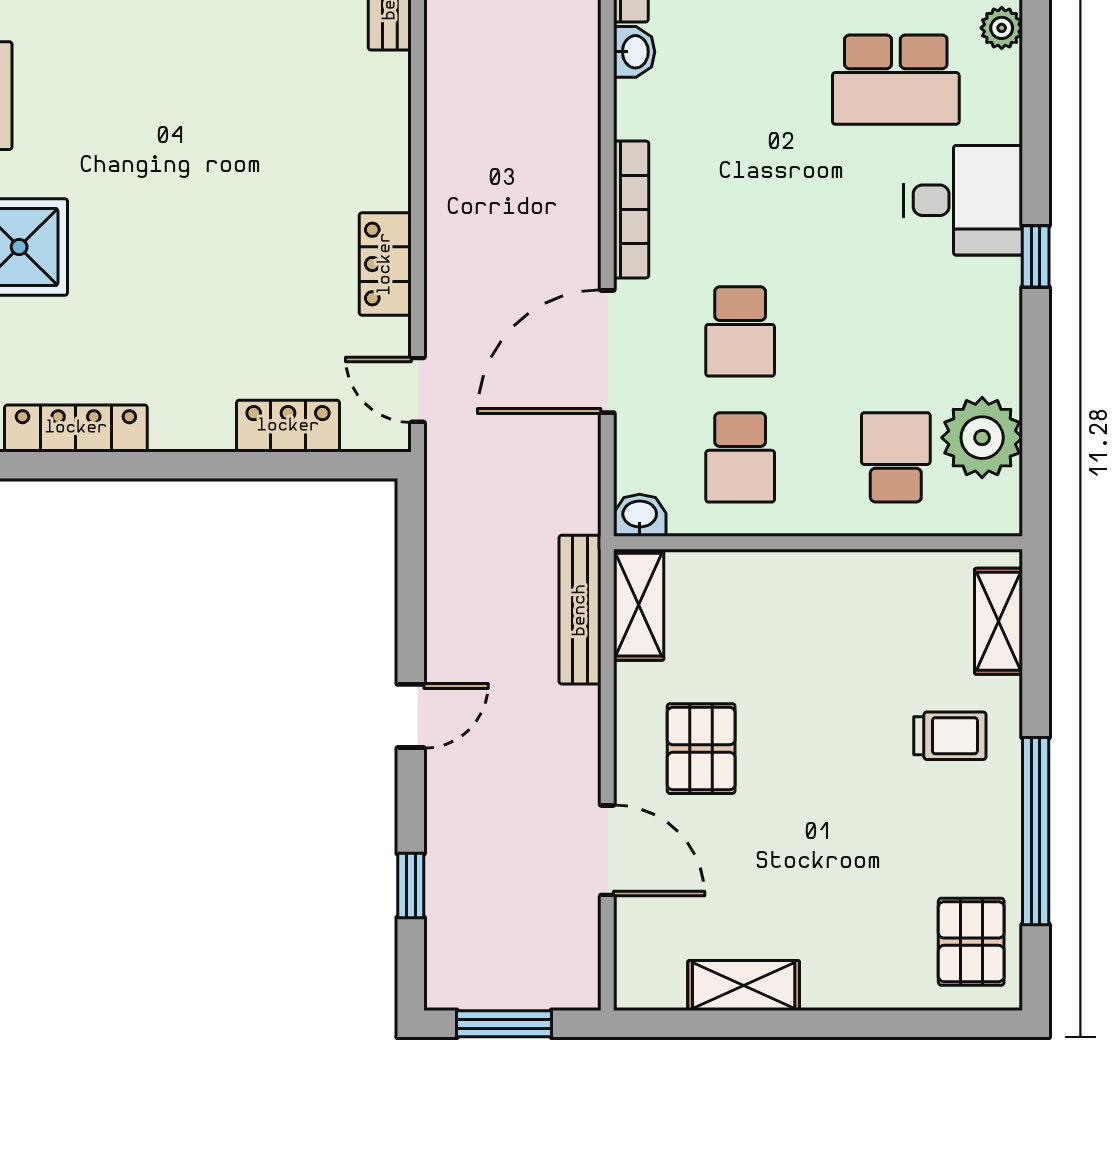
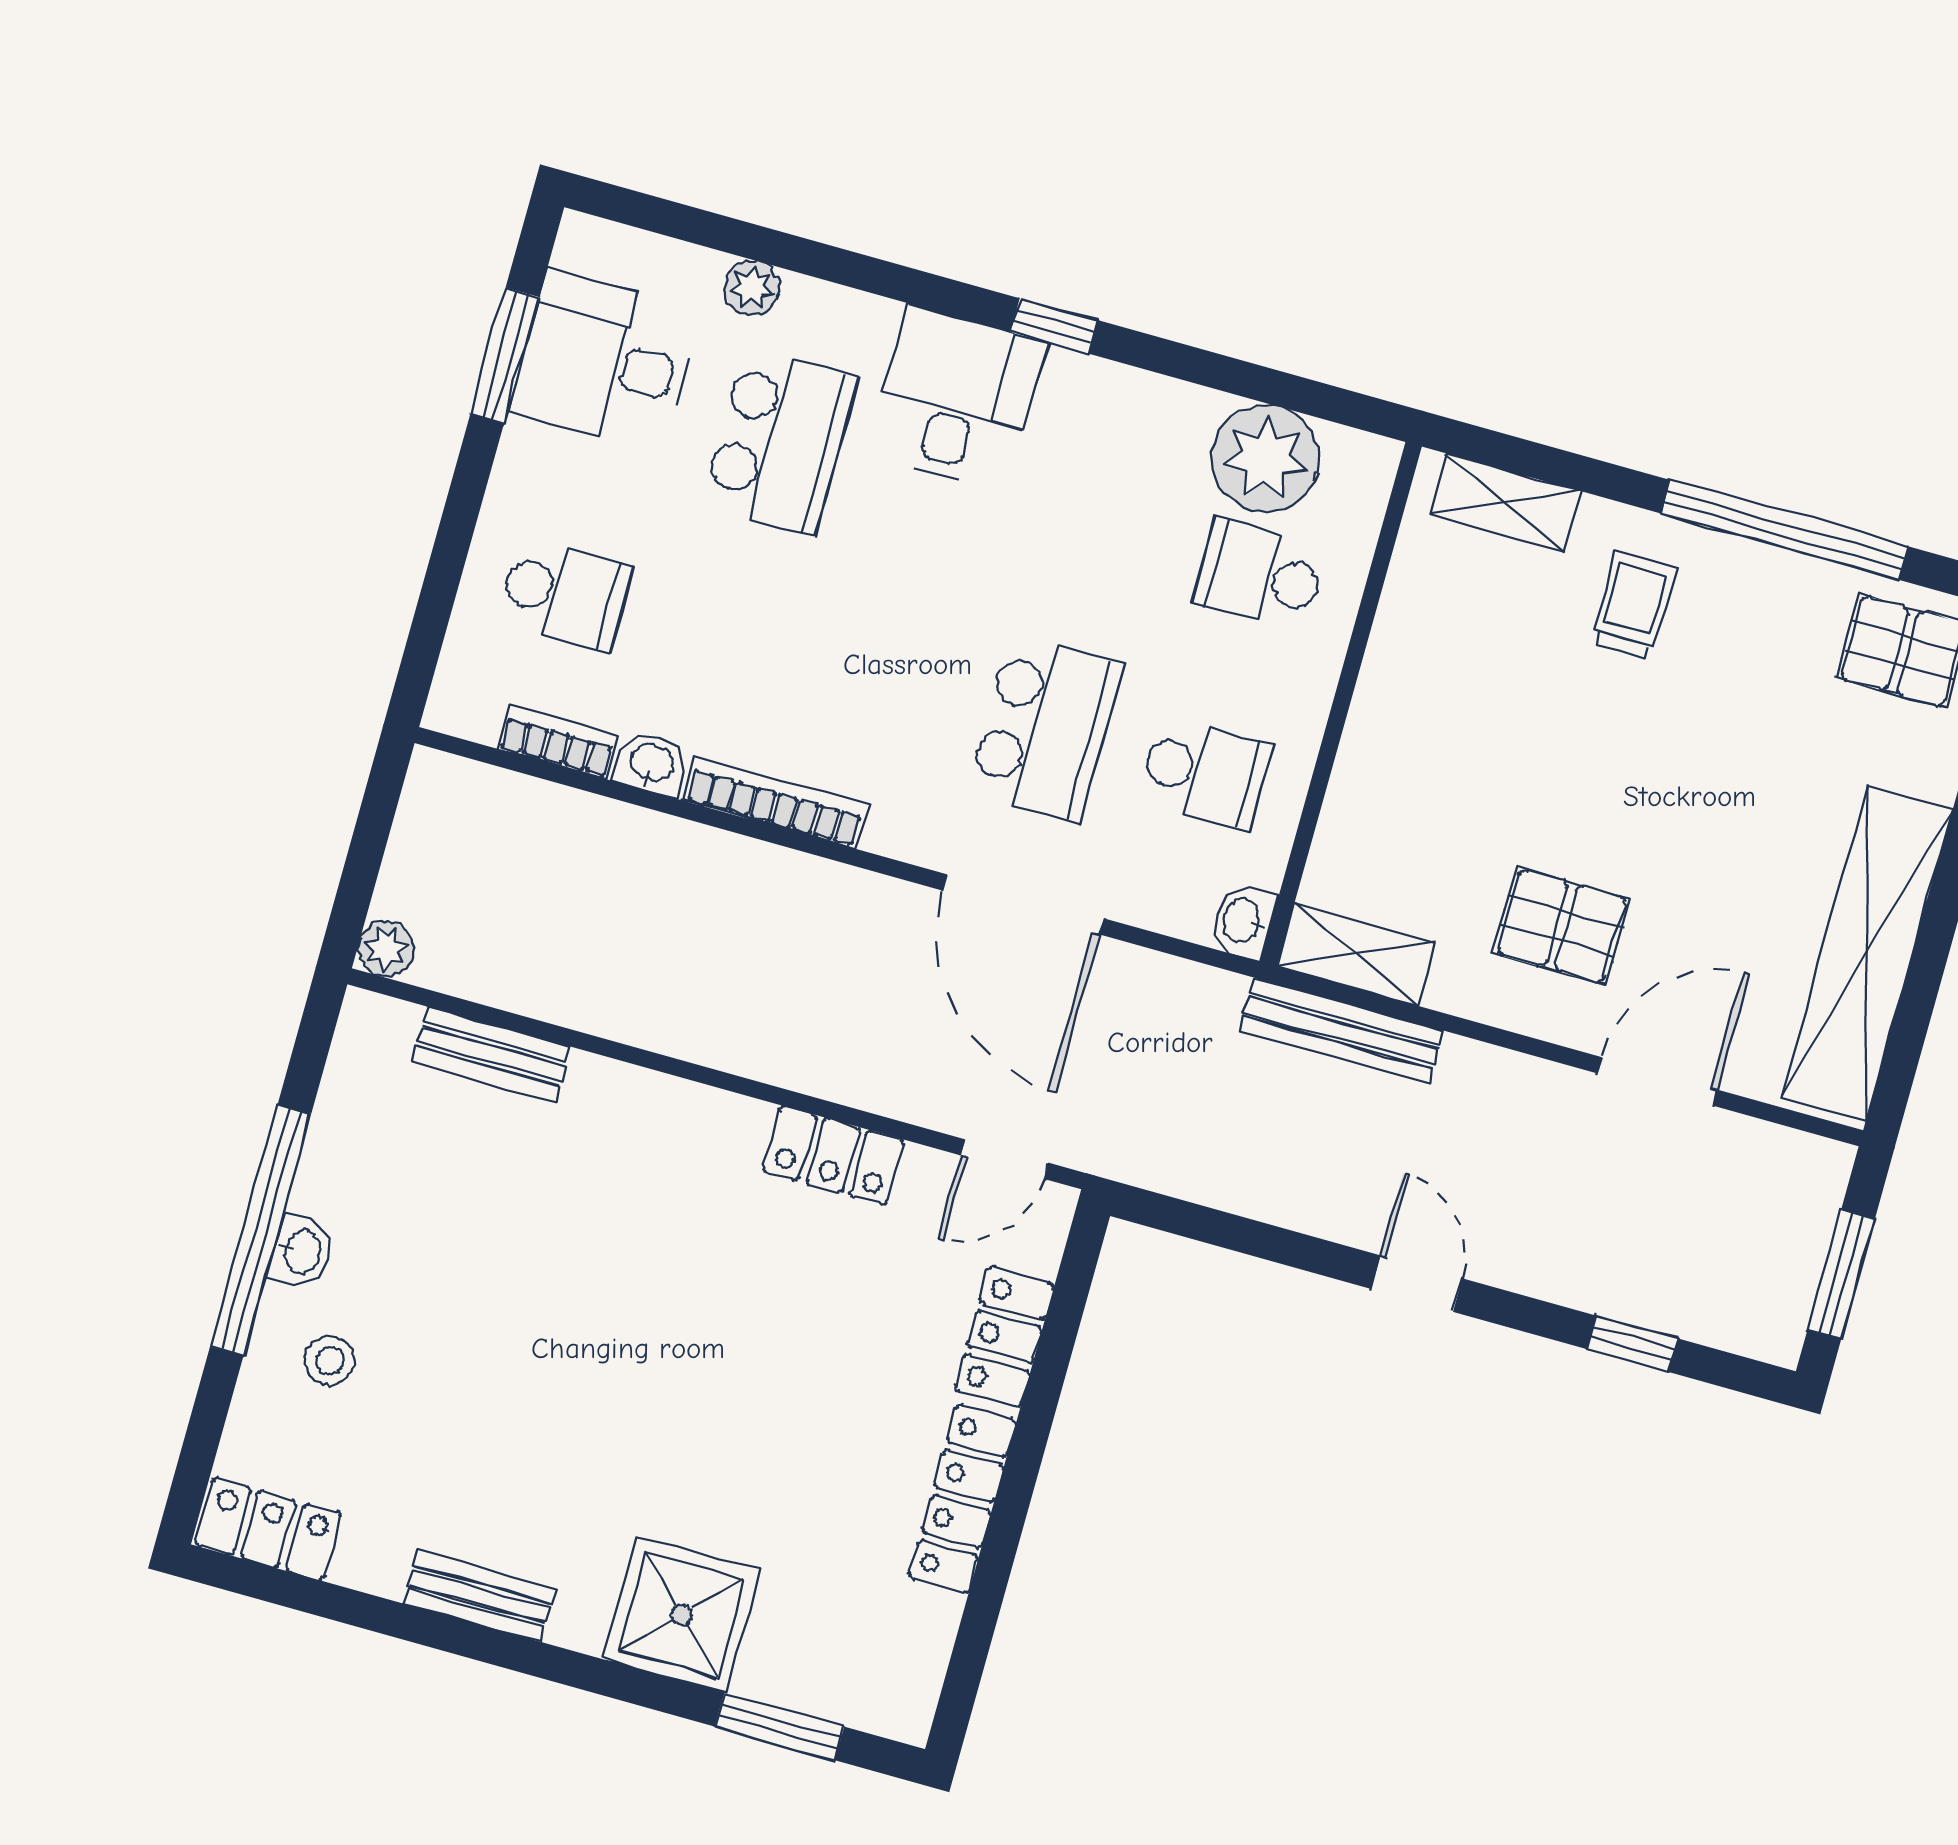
bookcase: (631, 209) -> (775, 802), moved
school desk: (740, 331) -> (1045, 728), width x1.85
locker: (76, 428) -> (963, 1499), moved
shelving: (744, 985) -> (1867, 953), width x2.20, depth x1.33

